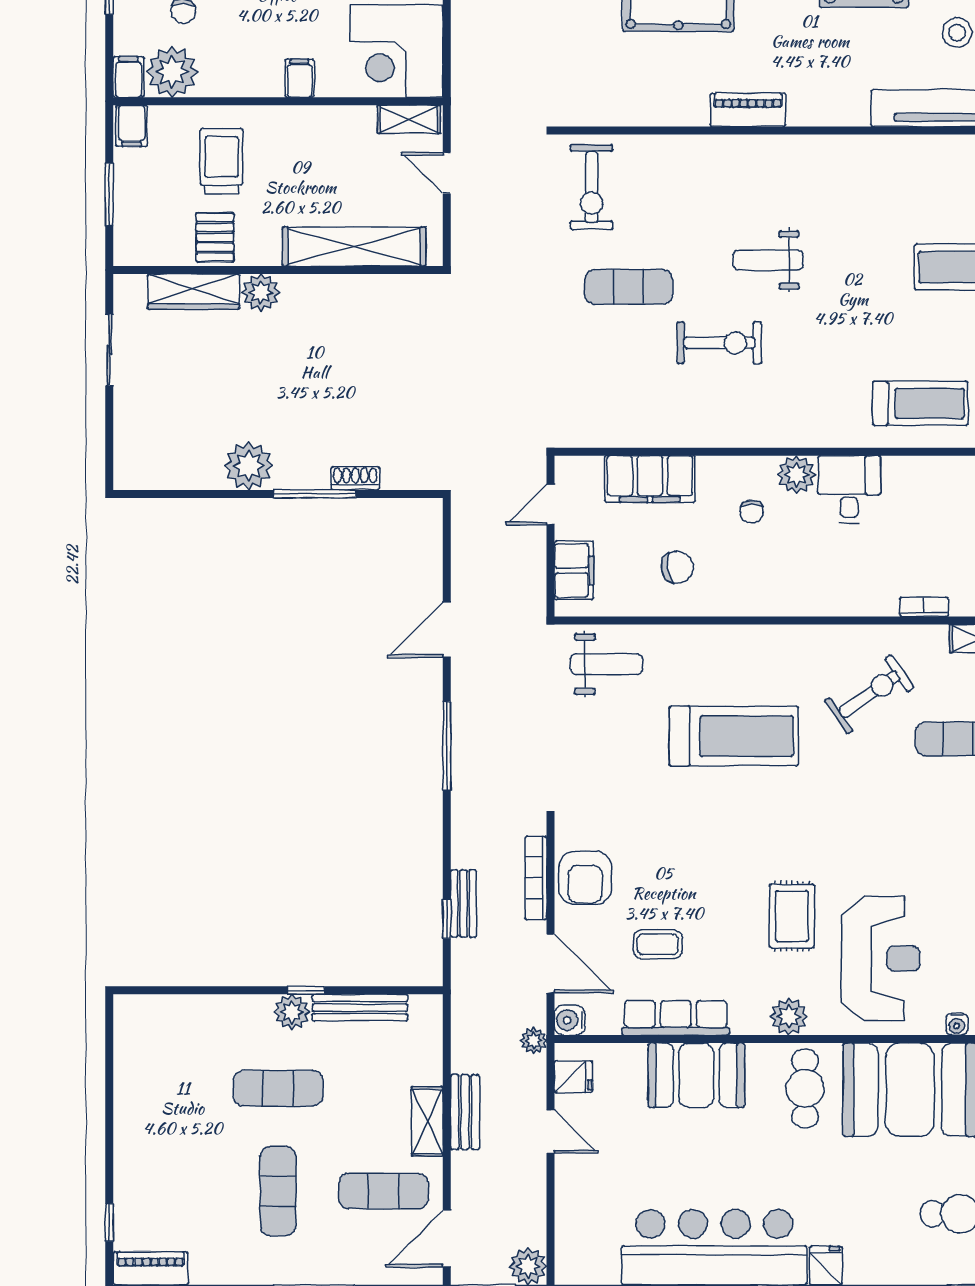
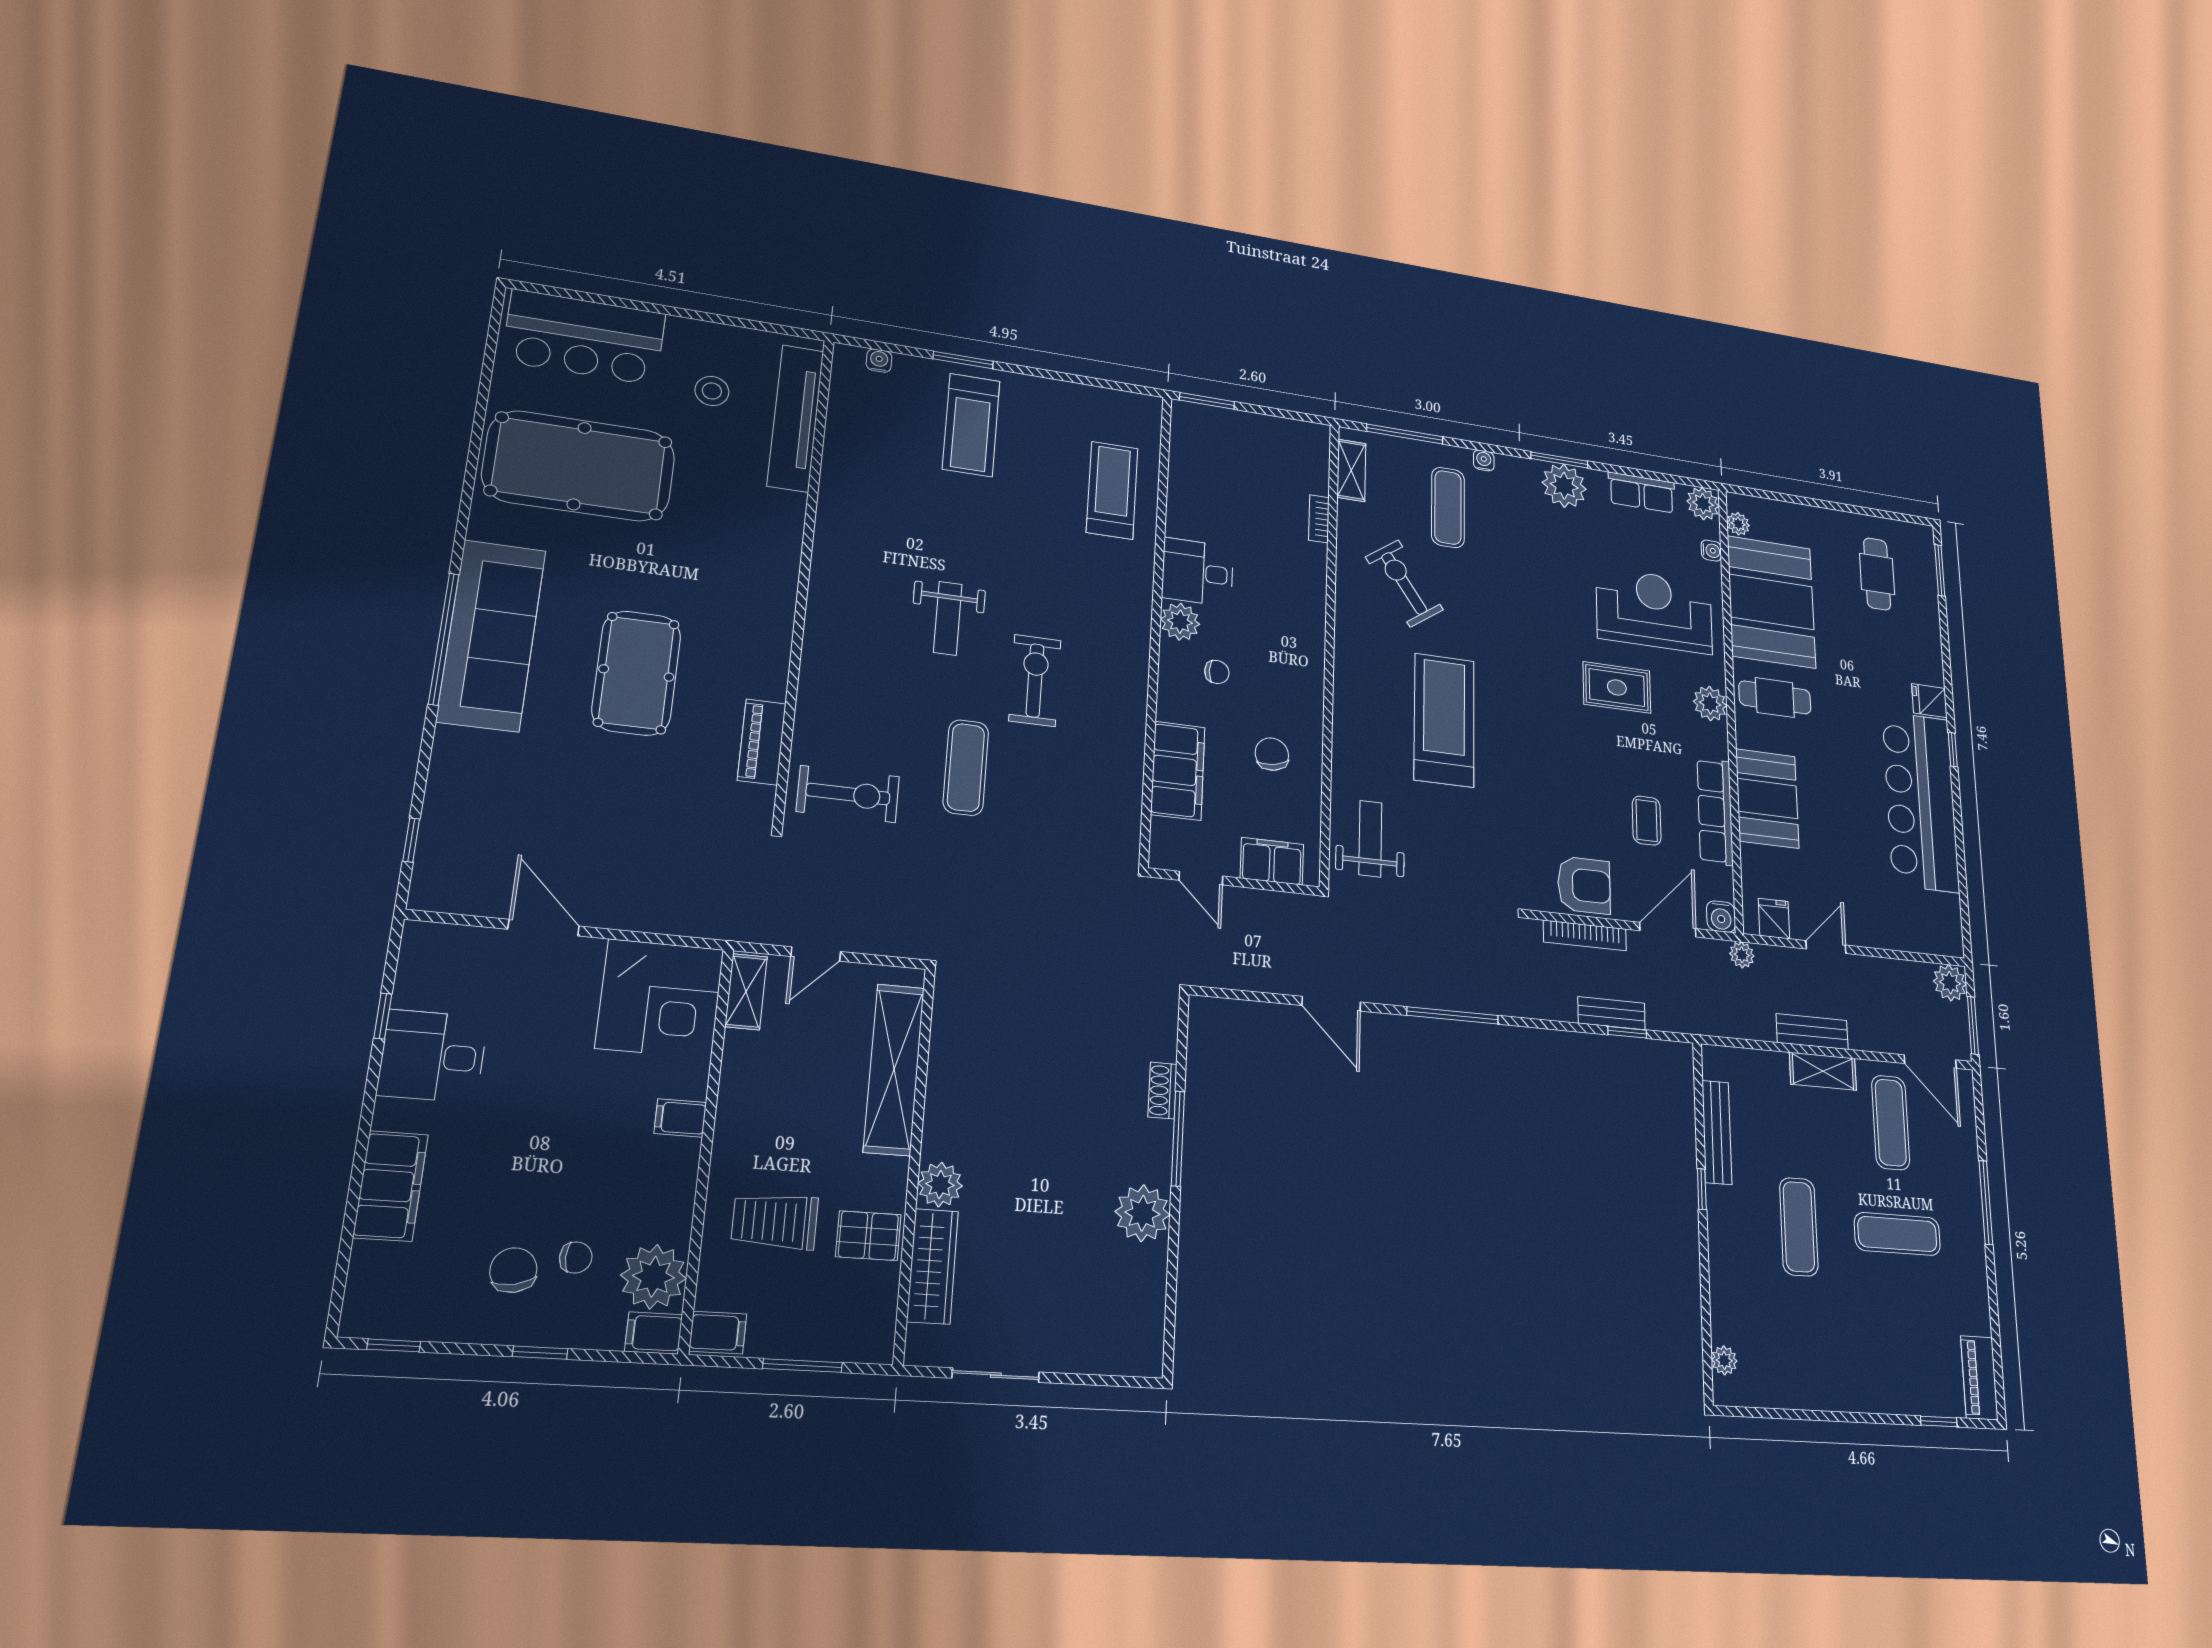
piano: (748, 110) -> (762, 742), moved
plant: (292, 1012) -> (1724, 1360), moved, width x0.73, depth x0.73

